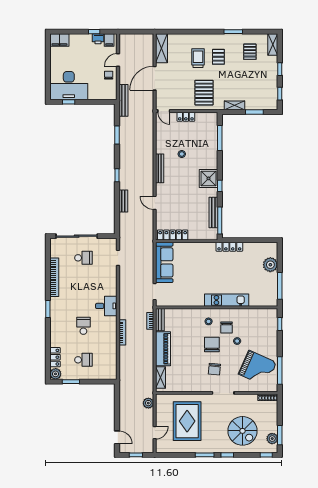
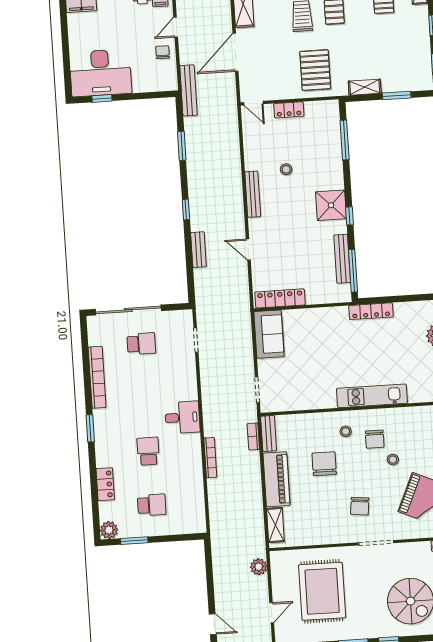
sofa: (164, 262) -> (269, 334), width x0.73
chair: (212, 344) -> (324, 464), moved
locker: (55, 357) -> (105, 484), moved

